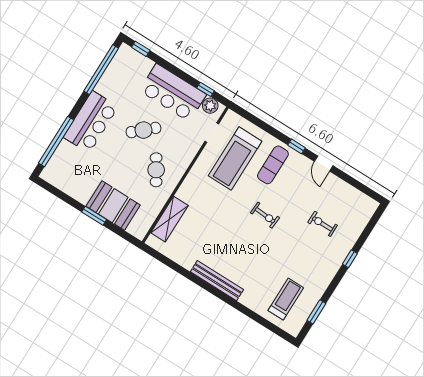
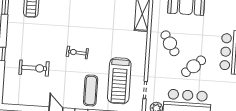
treadmill: (235, 158) -> (119, 81), turned 180
exercise bike: (323, 224) -> (34, 68), width x1.38, depth x1.39

